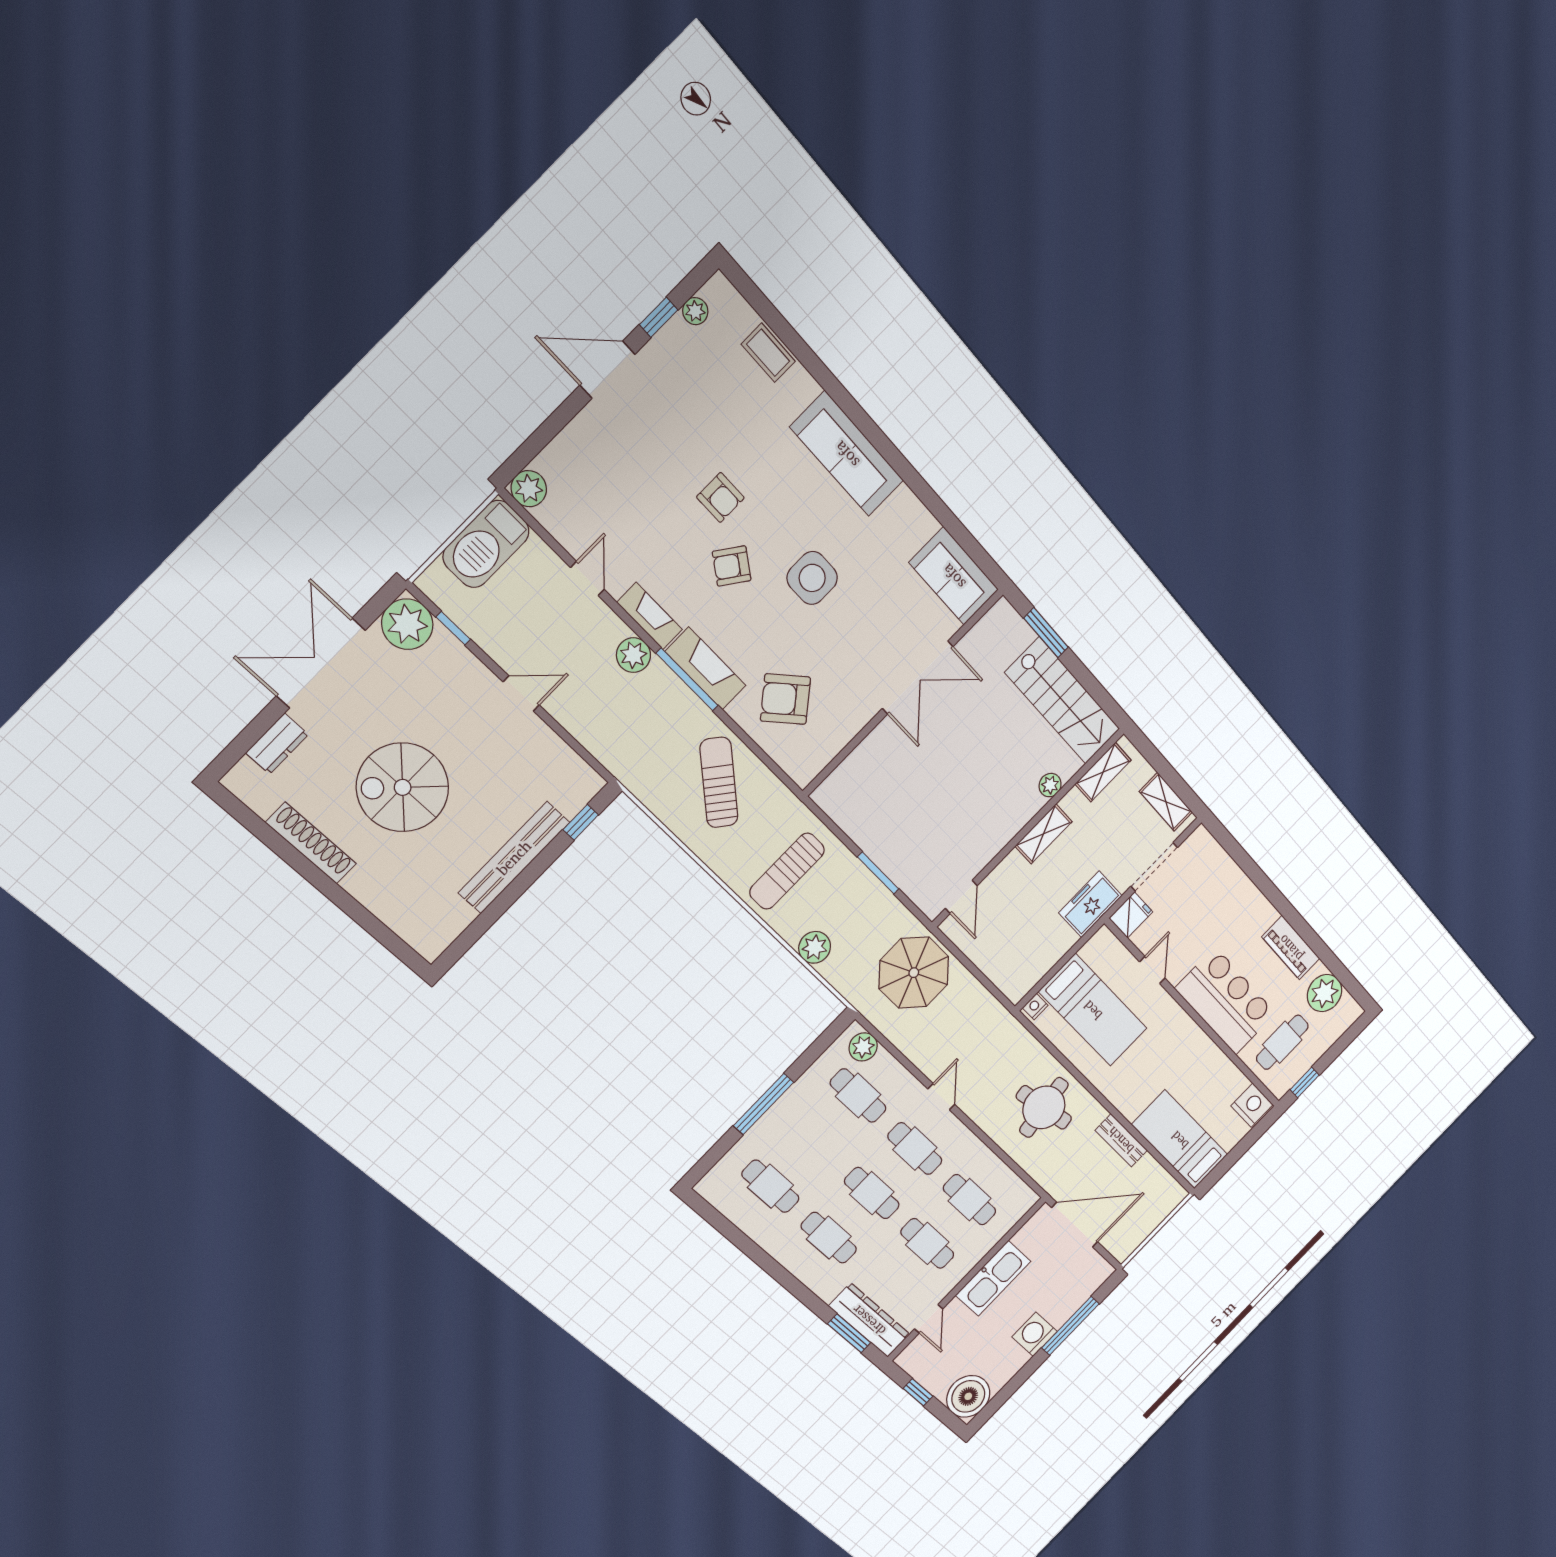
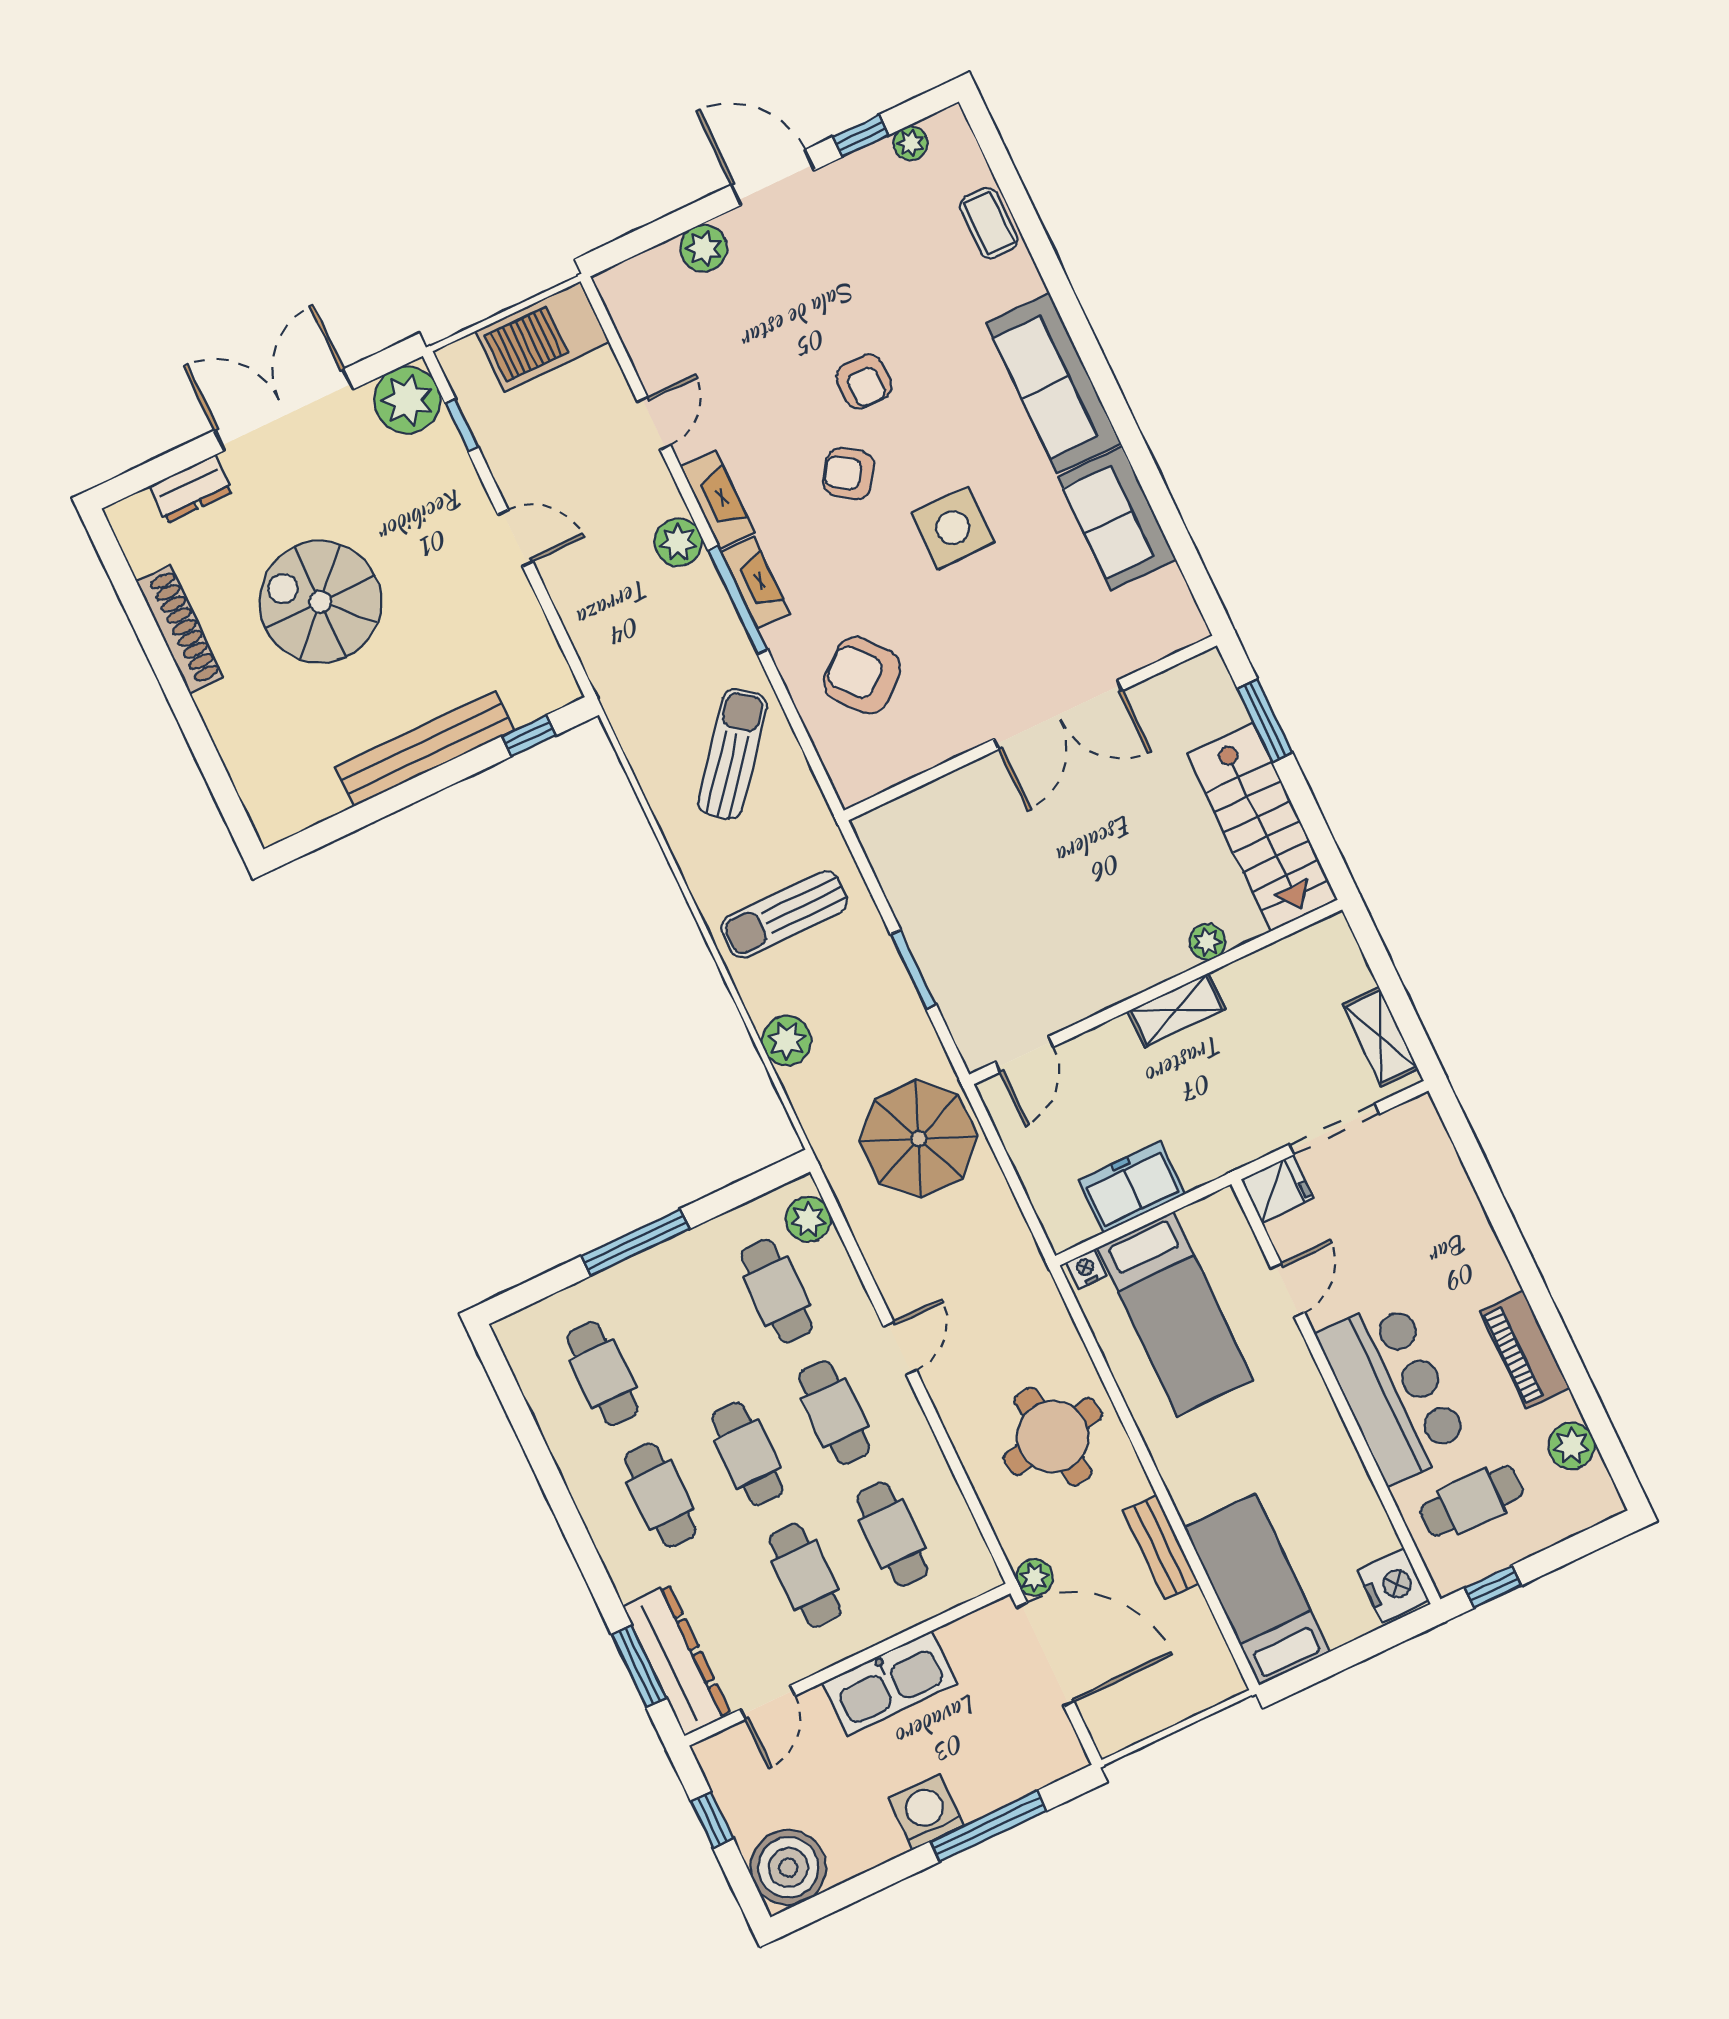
plant: (529, 489) -> (704, 248), moved
sofa: (954, 576) -> (1117, 518), moved
fireplace: (706, 669) -> (756, 583), width x0.73, depth x0.76
shelving: (1103, 772) -> (1294, 954), removed
freezer: (1090, 904) -> (1132, 1187), moved
plant: (1325, 993) -> (1571, 1446), width x0.73, depth x0.73
plant: (1056, 1187) -> (1034, 1577), added

